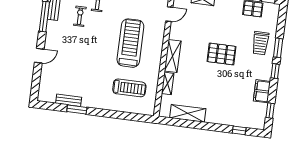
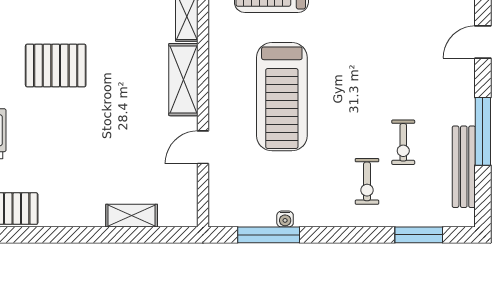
door: (169, 14) -> (203, 147), moved
pallet: (221, 54) -> (56, 65), moved

